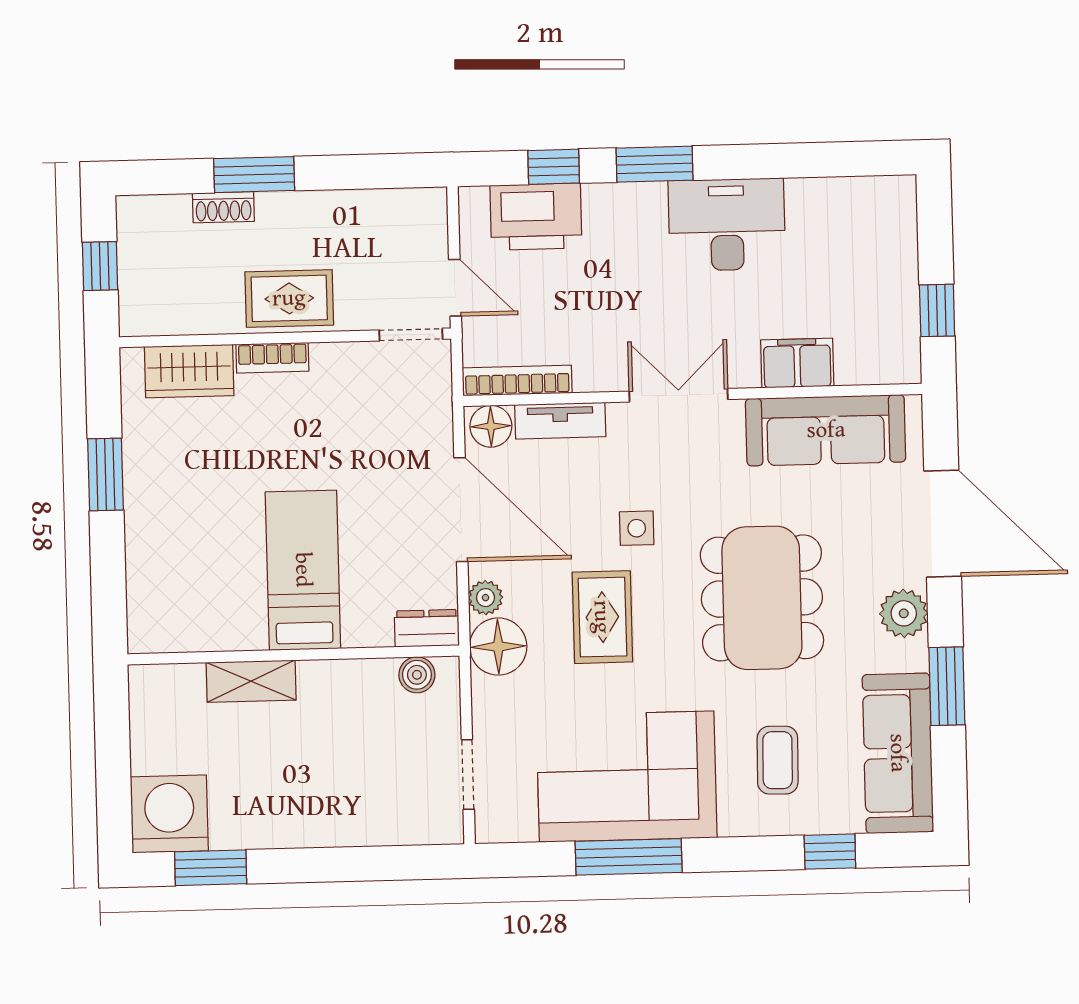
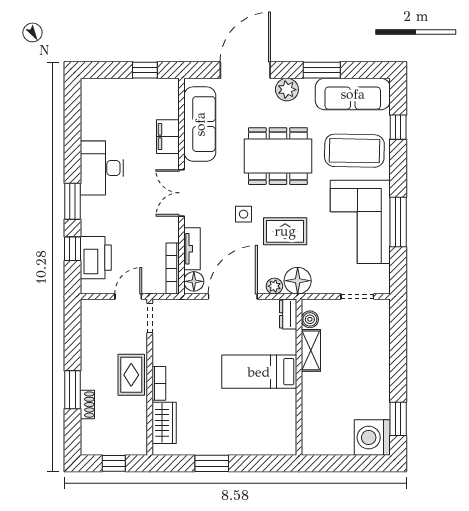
shelving: (251, 681) -> (311, 350), moved
coffee table: (778, 760) -> (354, 151), width x1.86, depth x1.72

